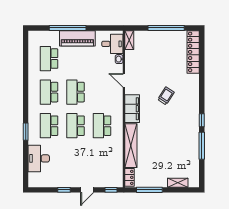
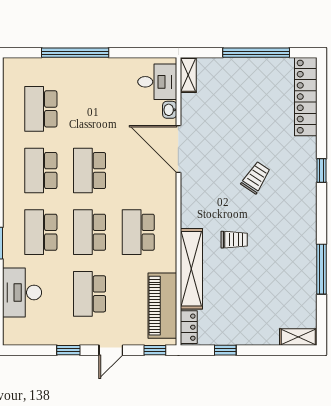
piano: (77, 38) -> (162, 306), moved, turned 90
door: (124, 80) -> (178, 149), width x1.87
filing cabinet: (132, 109) -> (194, 201), removed
window: (202, 120) -> (322, 171), moved
trolley: (154, 130) -> (234, 240), added
school desk: (76, 159) -> (90, 294), added
shelving: (178, 183) -> (298, 337), moved
window: (149, 190) -> (225, 350), width x0.46

